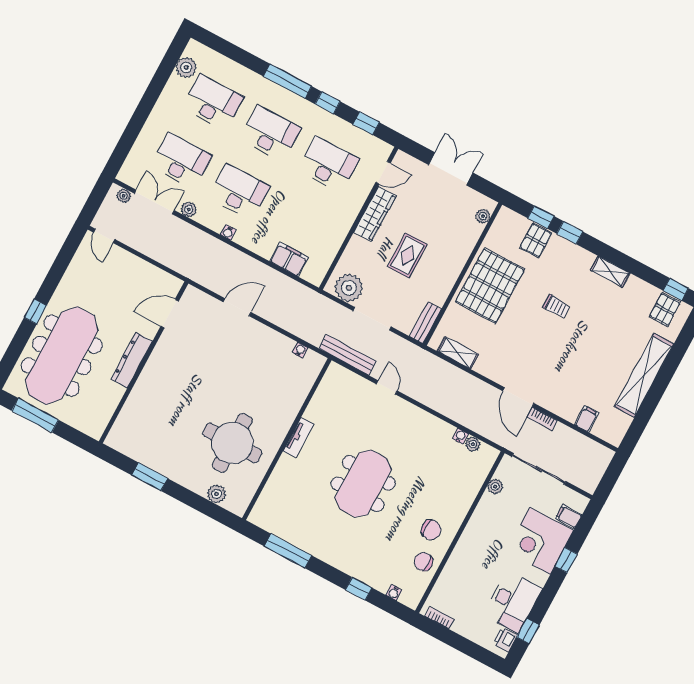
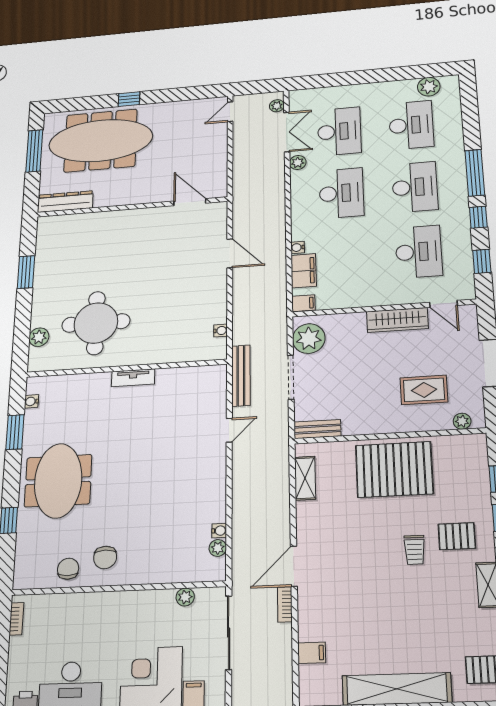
water cooler: (228, 232) -> (298, 247), moved
pallet: (536, 240) -> (457, 536), moved
rug: (407, 255) -> (424, 390), moved
filing cabinet: (317, 275) -> (303, 303), added
dresser: (132, 360) -> (65, 202), moved
meeting table: (363, 484) -> (58, 481), moved, turned 90
window: (288, 551) -> (15, 432), width x0.69
water cooler: (394, 593) -> (31, 401), moved

